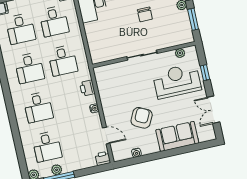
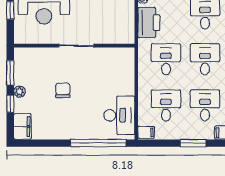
plant: (180, 53) -> (33, 38), removed
printer: (87, 88) -> (149, 23), width x1.87, depth x1.48

